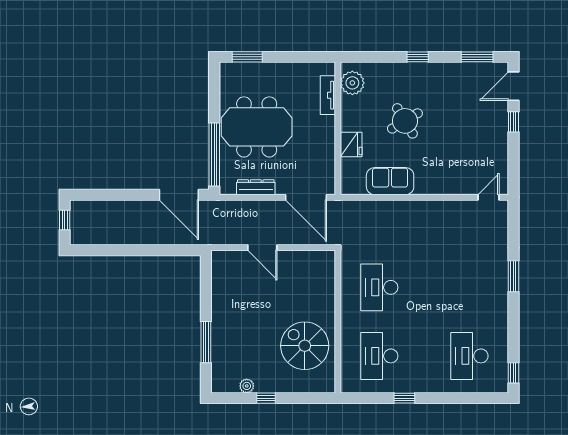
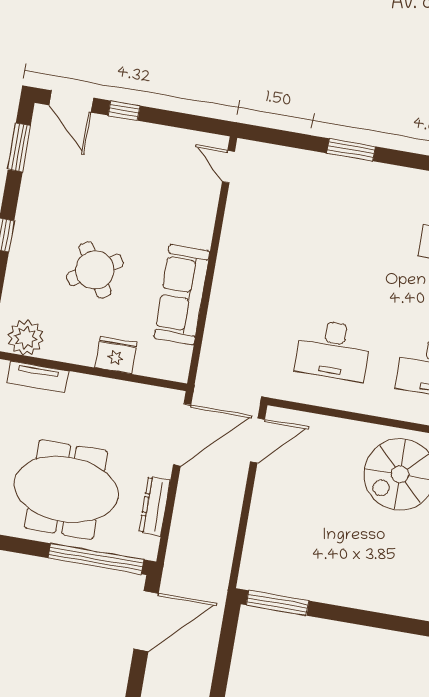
meeting table: (257, 127) -> (66, 489), turned 90
sofa: (390, 181) -> (182, 295), width x1.36
door: (262, 248) -> (257, 441), moved
window: (206, 342) -> (278, 603), moved

